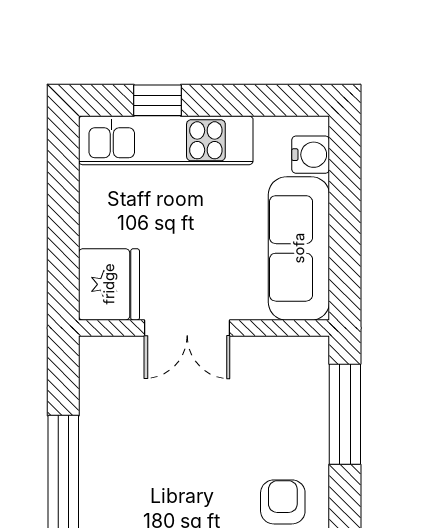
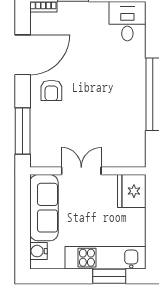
window: (157, 100) -> (109, 276), width x1.50
double door: (187, 328) -> (81, 171), moved

